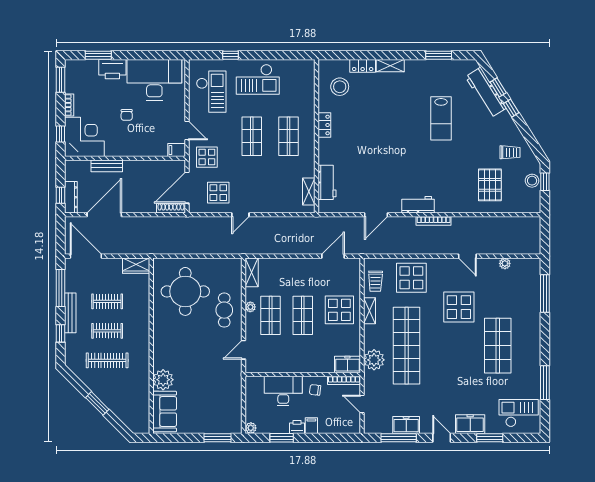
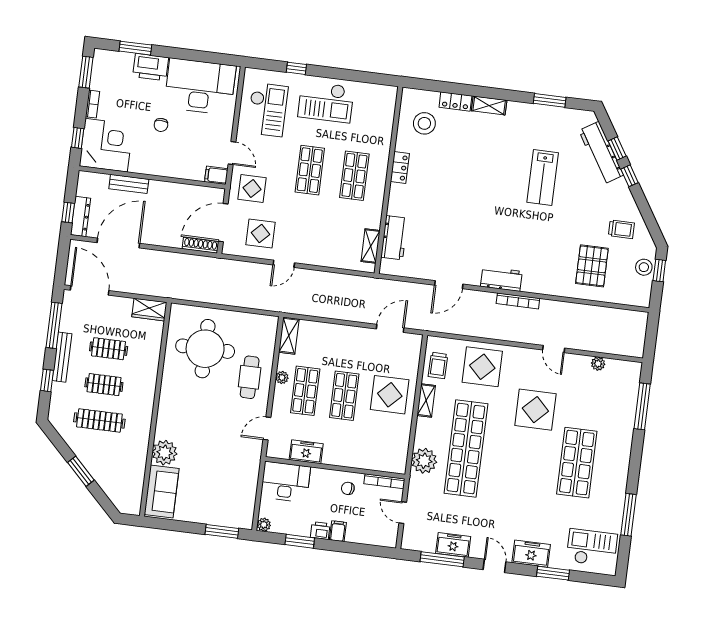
freezer: (347, 365) -> (306, 452), moved
desk: (283, 391) -> (286, 482), moved

